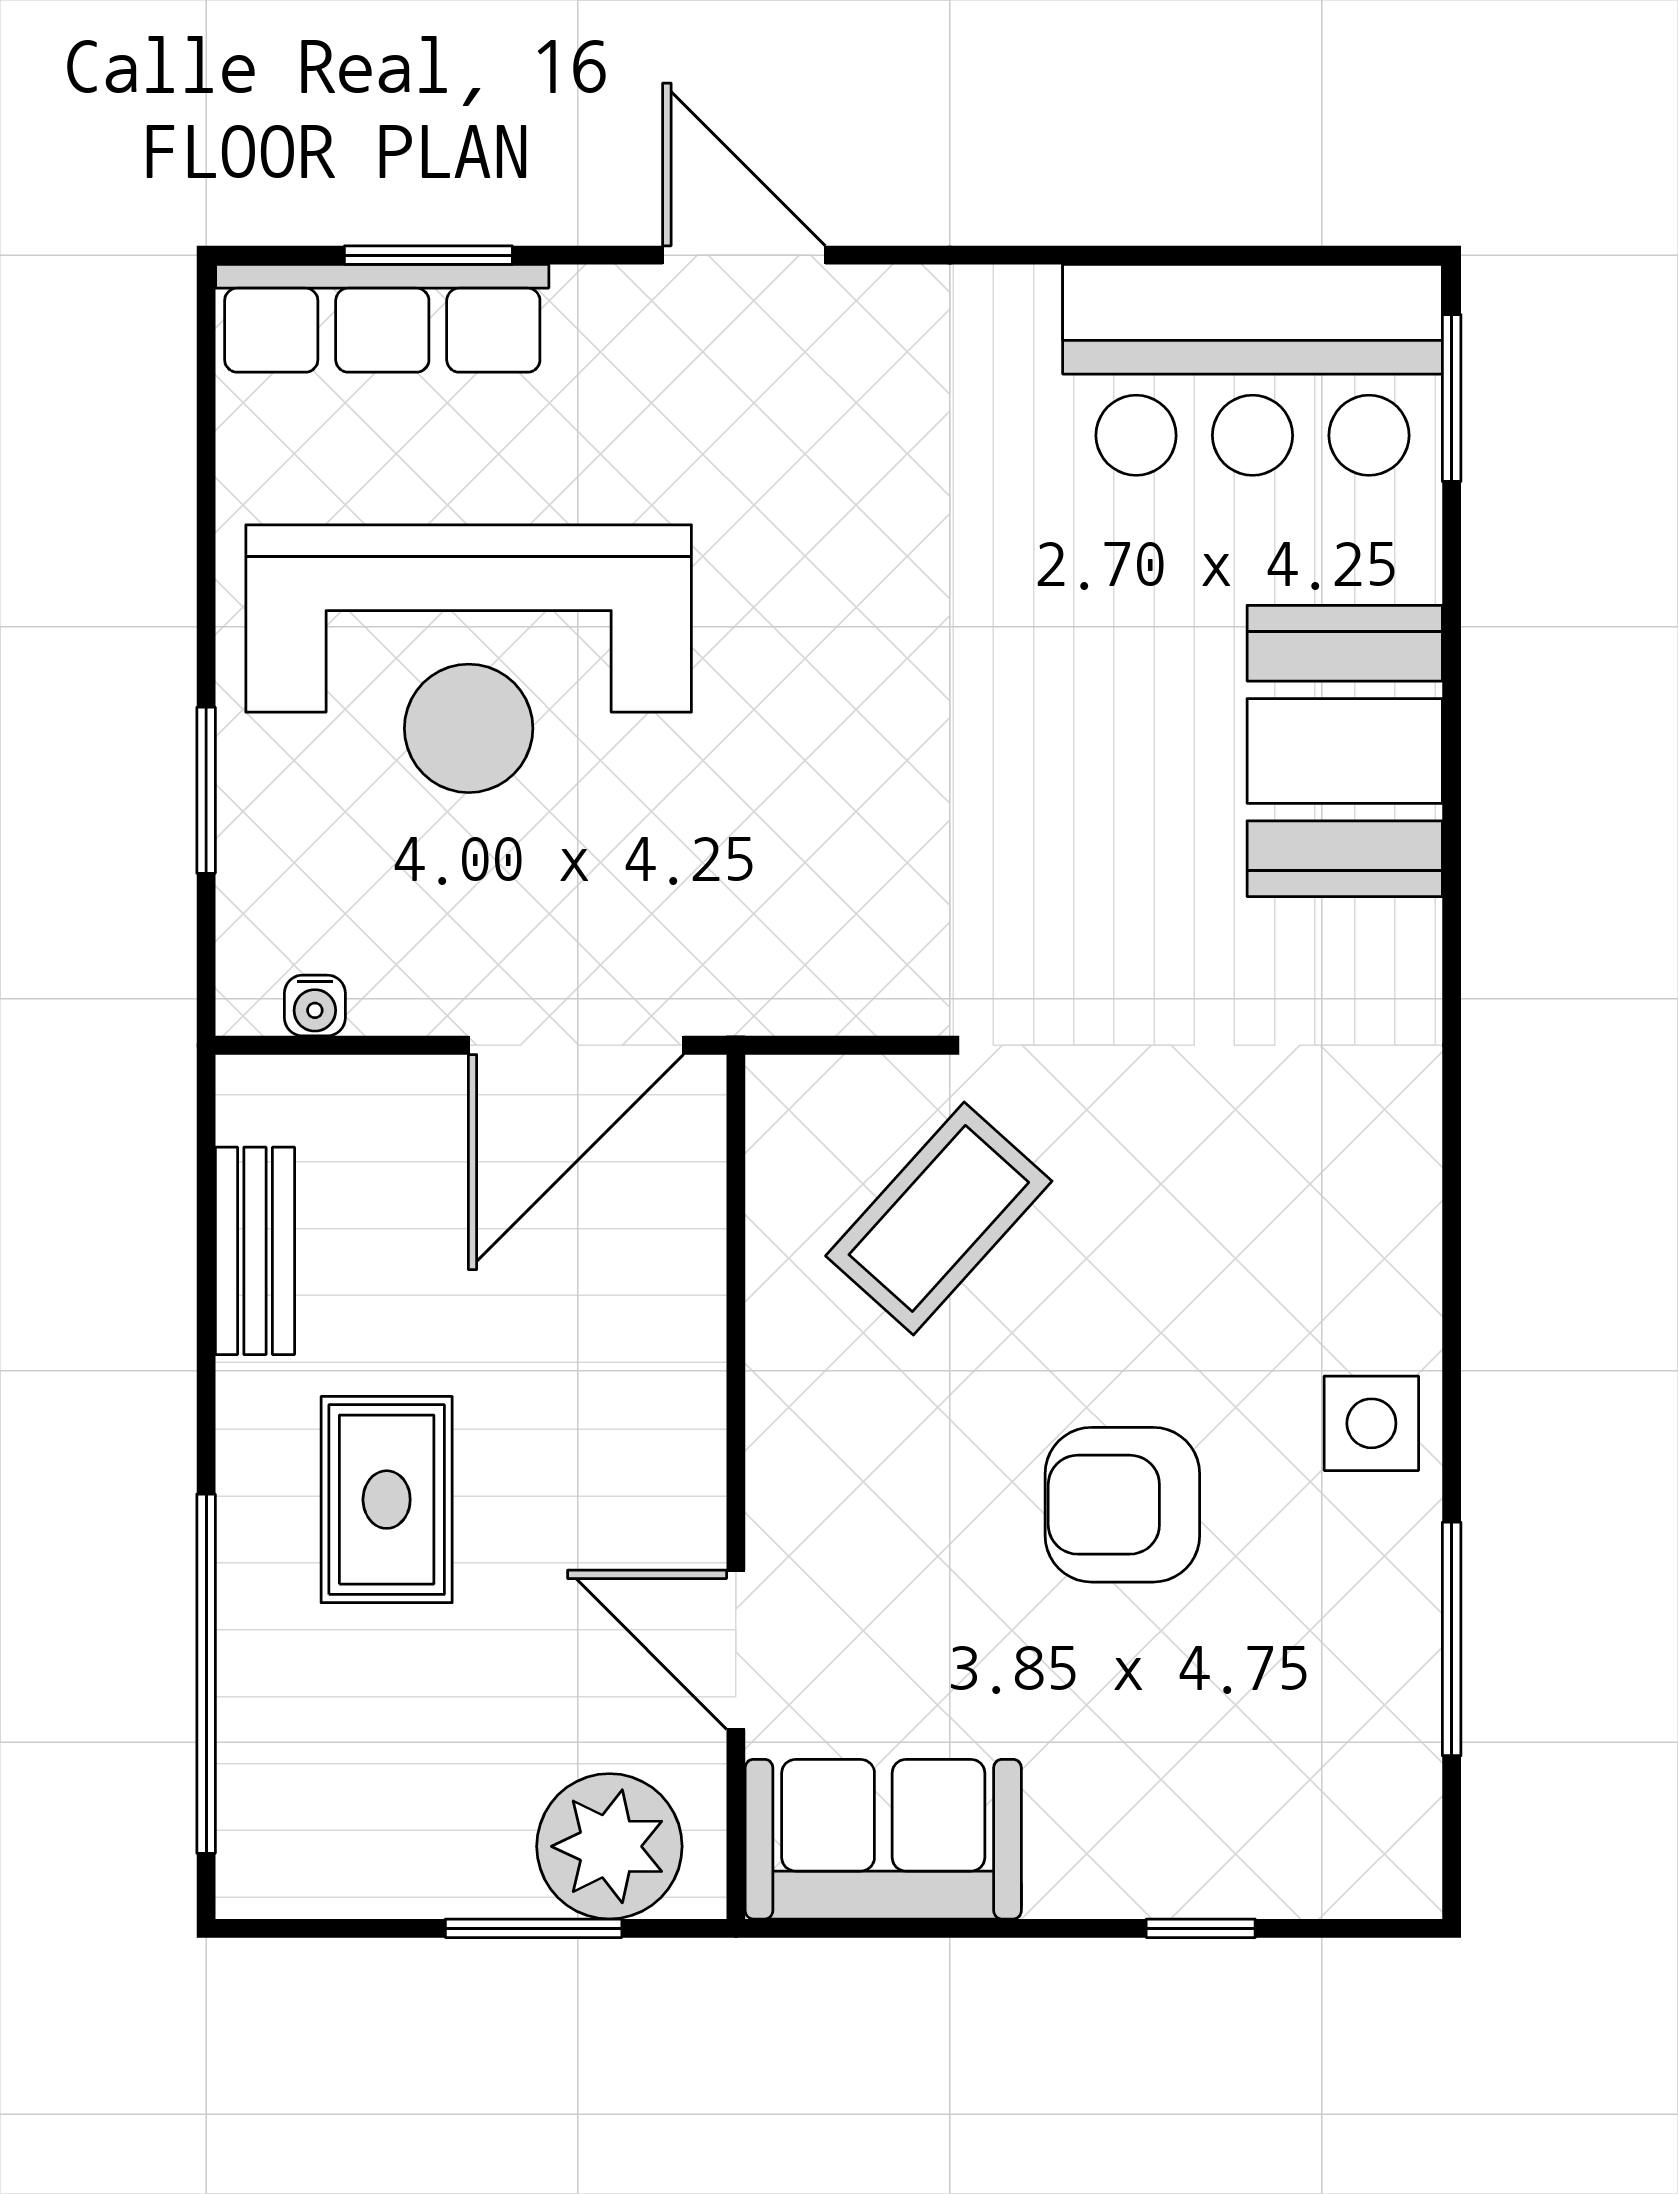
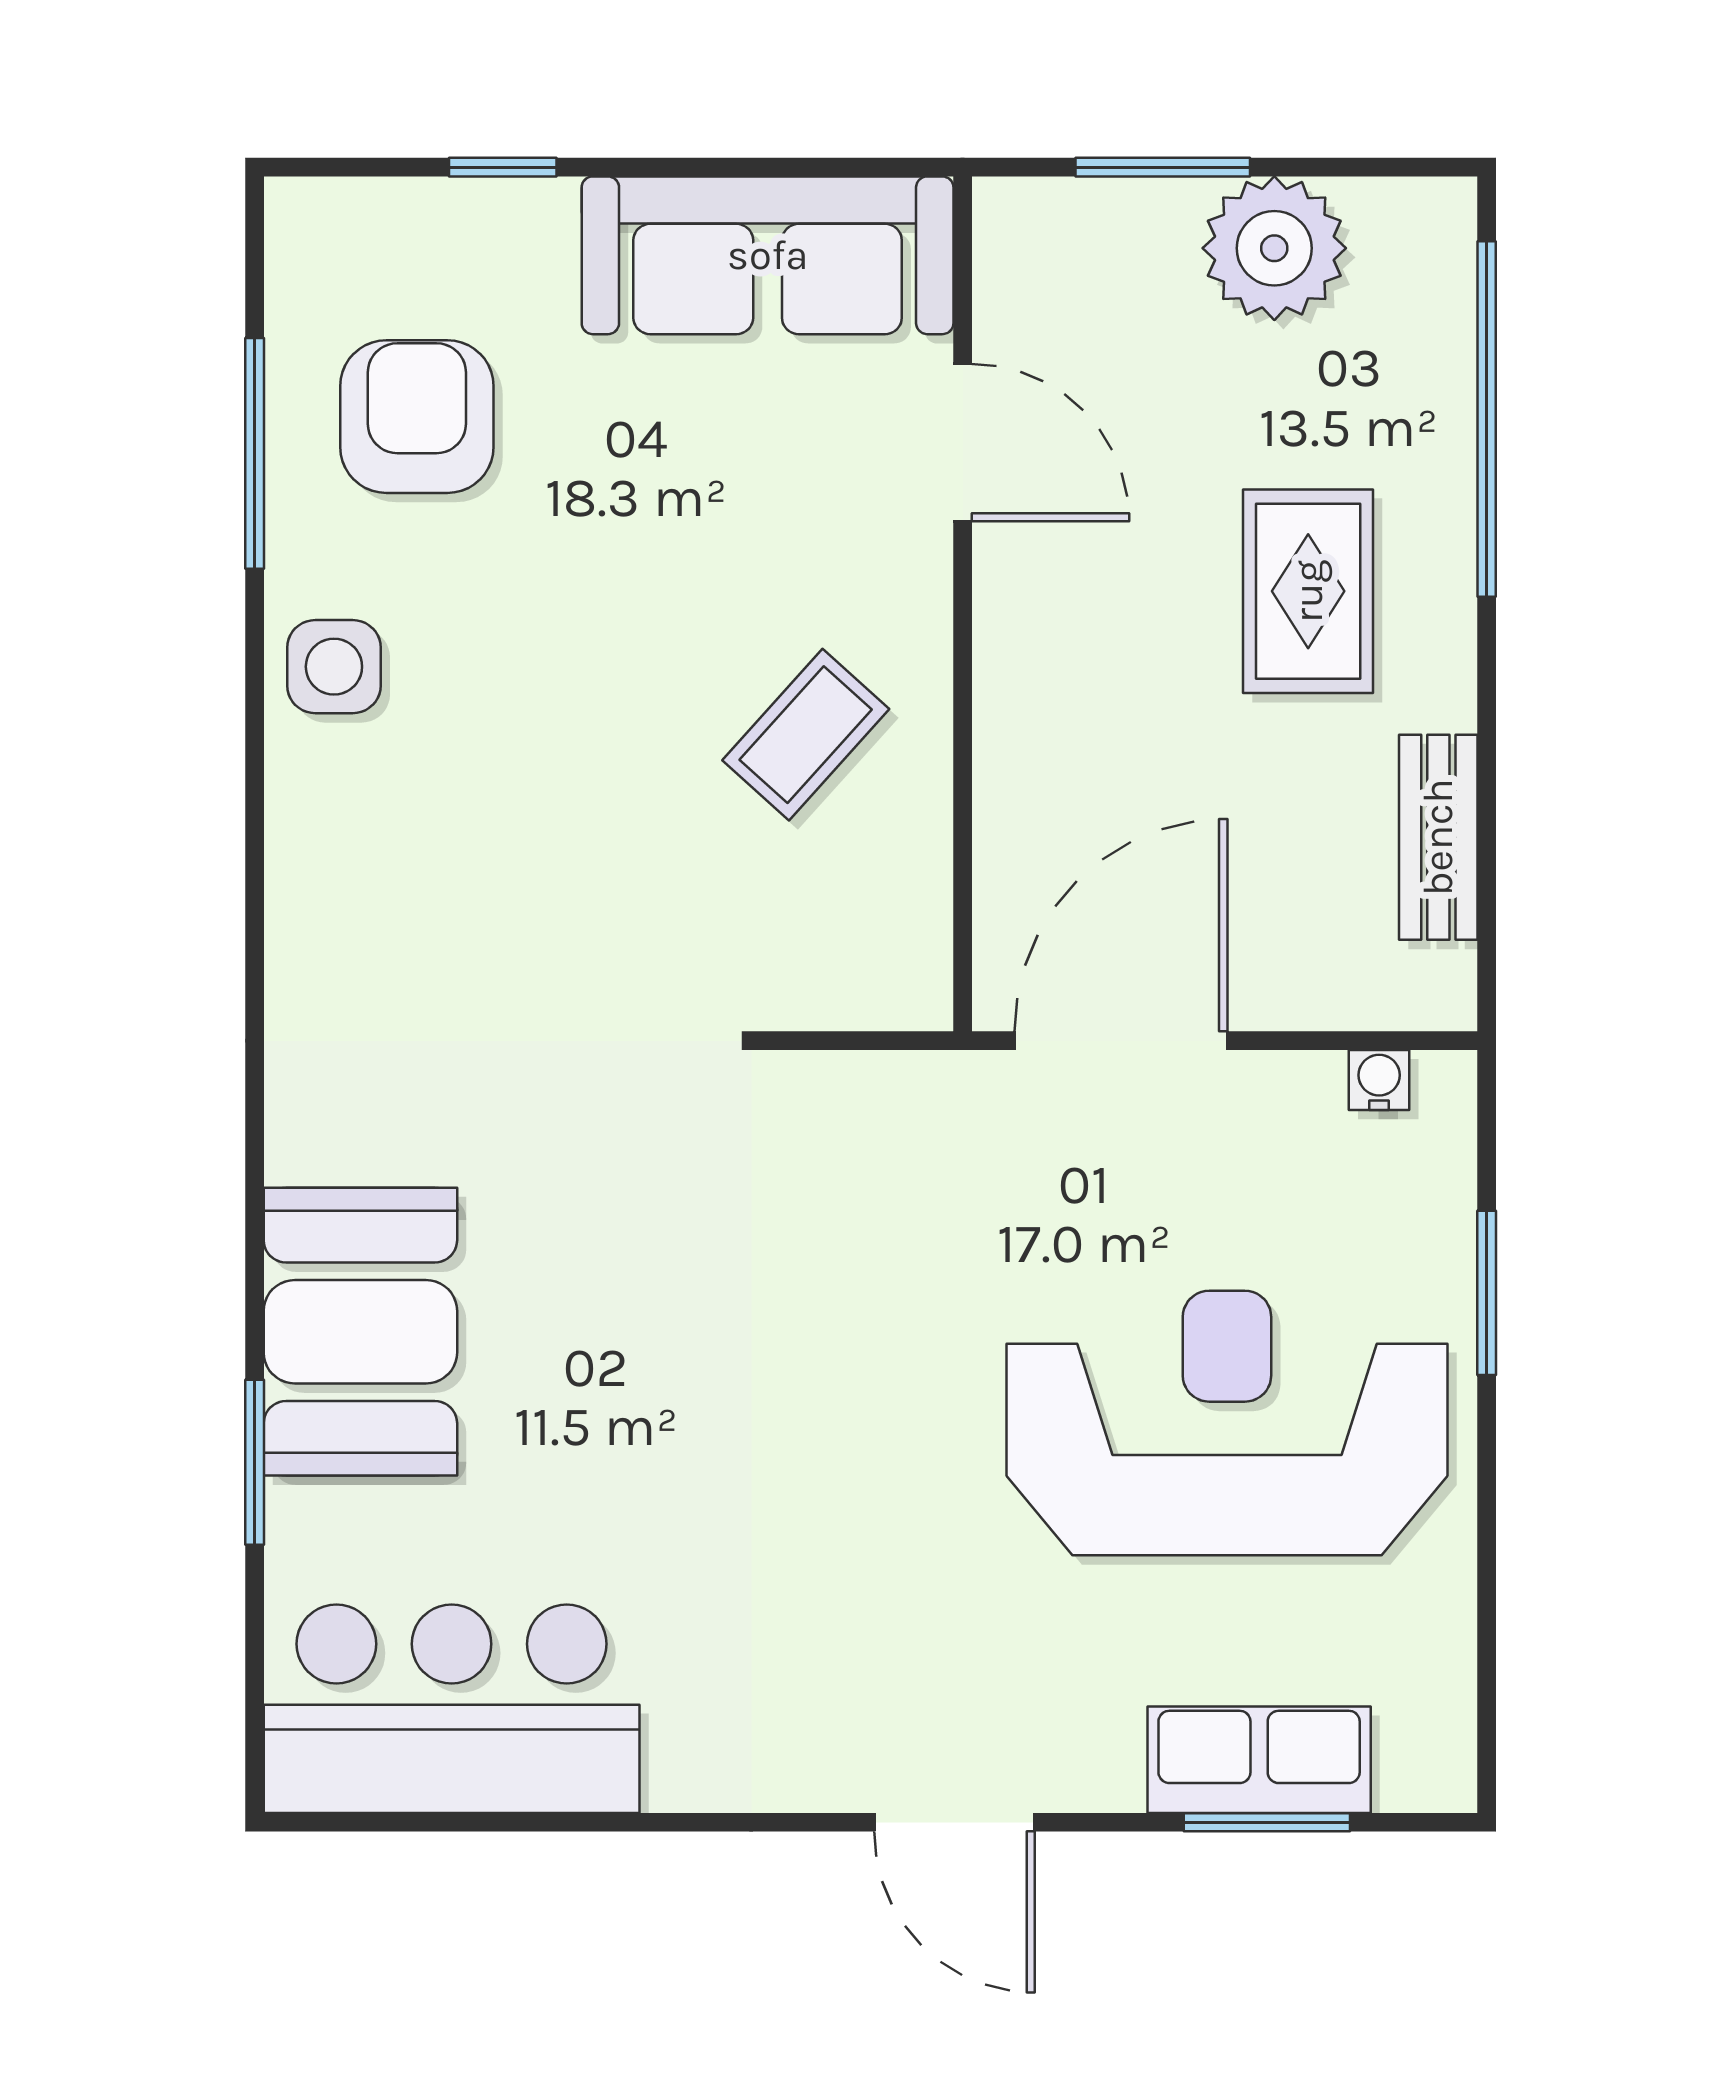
row of seats: (382, 318) -> (1259, 1760), width x0.68
window: (1452, 398) -> (255, 1462), moved
coffee table: (939, 1218) -> (806, 735), moved, width x0.73, depth x0.77
armchair: (1122, 1505) -> (417, 417), moved, turned -90
sofa: (883, 1839) -> (768, 255), width x1.36
plant: (609, 1846) -> (1274, 248), moved

